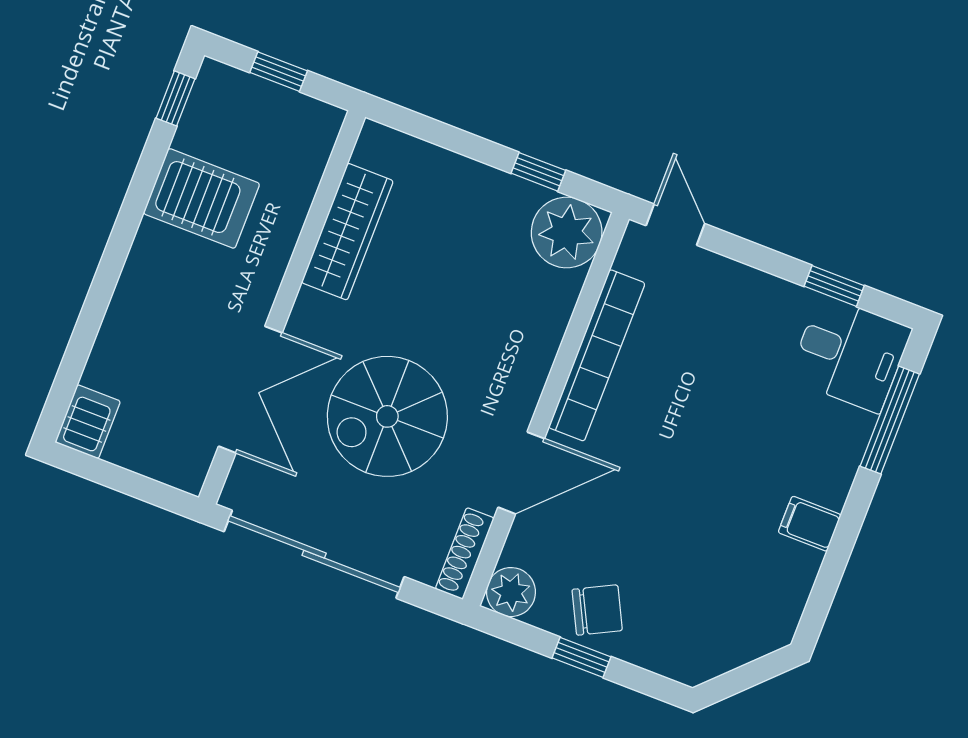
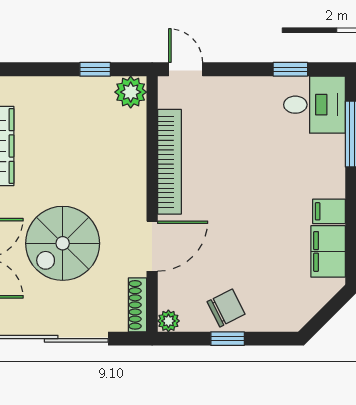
plant: (567, 232) -> (131, 92), width x0.73, depth x0.73
filing cabinet: (785, 584) -> (328, 251), added
plant: (511, 592) -> (168, 321), width x0.73, depth x0.73

